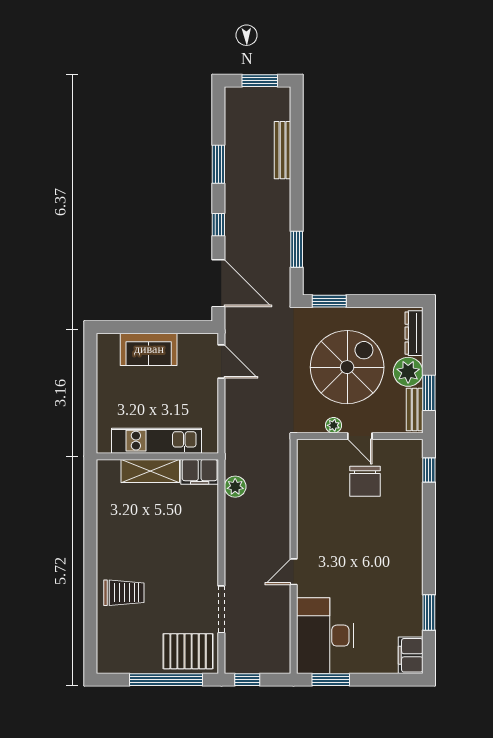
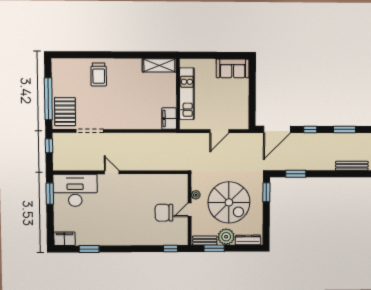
sofa: (149, 349) -> (233, 68), moved, turned -90
door: (221, 362) -> (219, 131), moved
shelving: (150, 471) -> (159, 65), moved, turned 90
plant: (235, 487) -> (161, 139), removed

